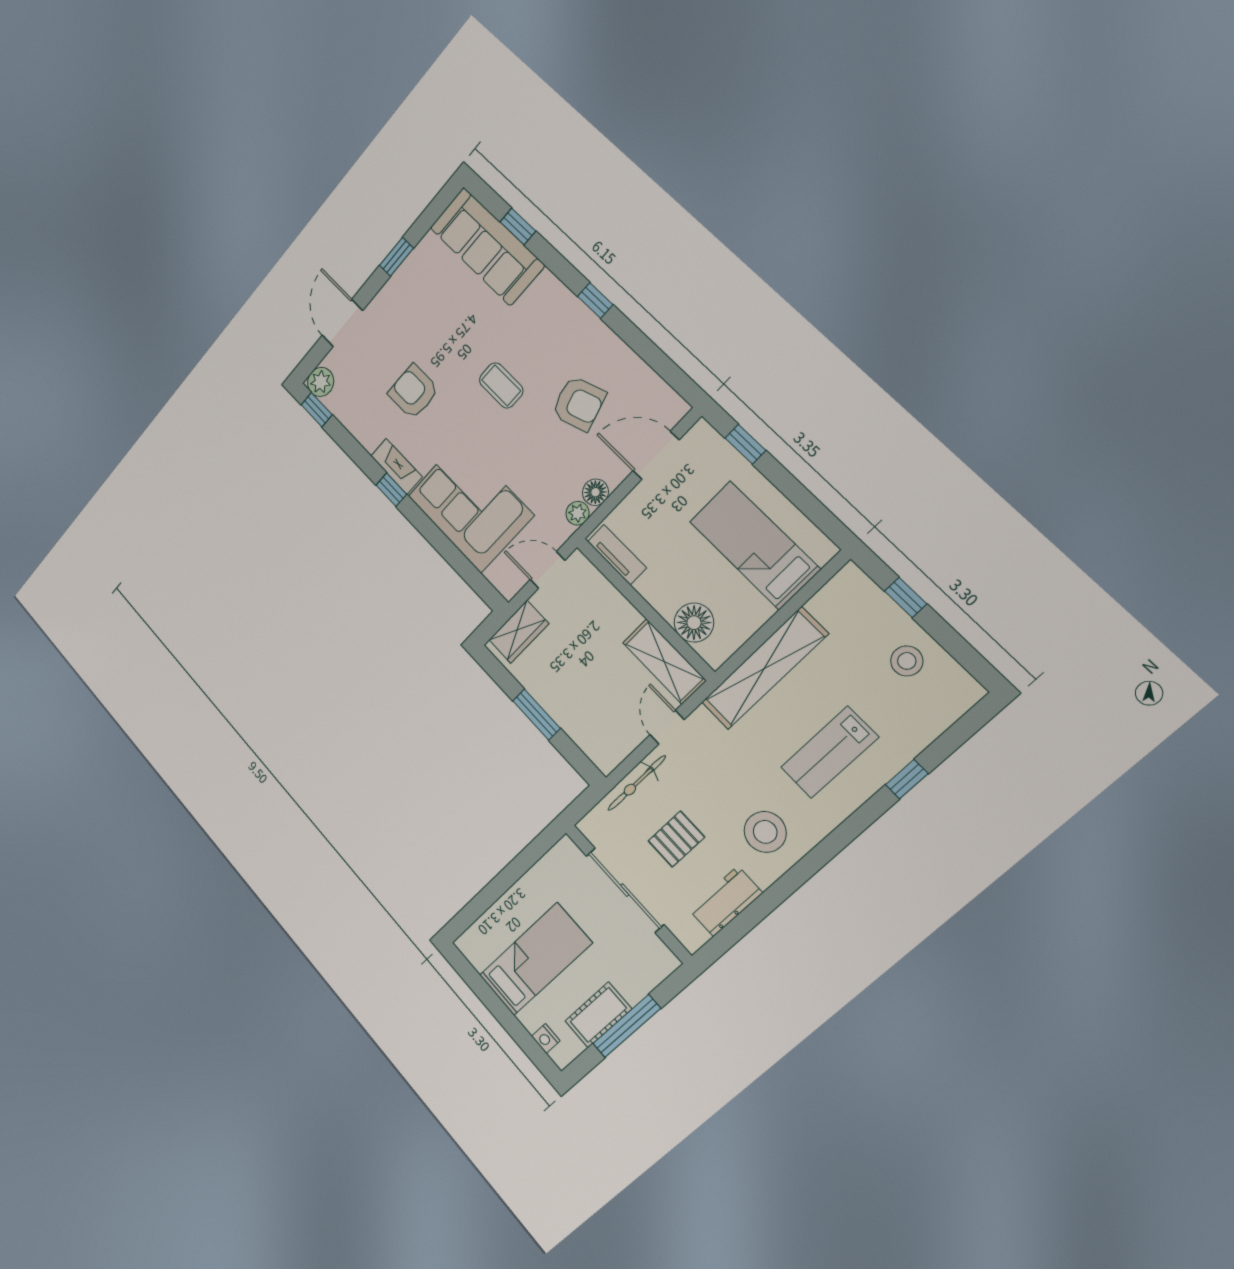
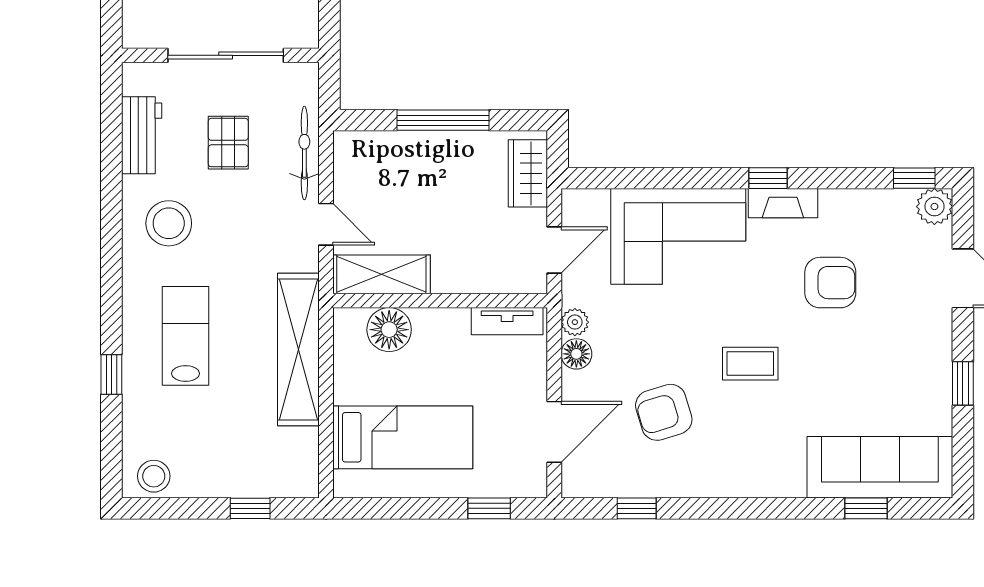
window: (595, 301) -> (637, 508), moved
stool: (907, 661) -> (154, 476), moved
window: (536, 715) -> (443, 120), width x1.44

